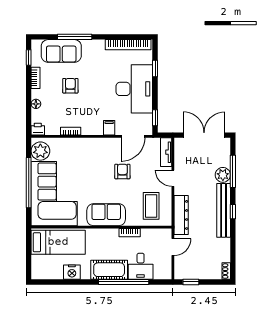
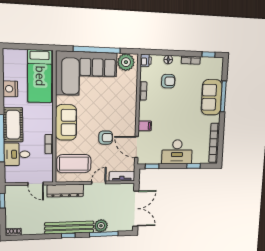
sofa: (61, 51) -> (212, 97), moved
armchair: (70, 86) -> (168, 81), moved
desk: (134, 89) -> (177, 152), width x0.73, depth x0.77
coffee table: (151, 206) -> (74, 164), width x1.36, depth x1.32

